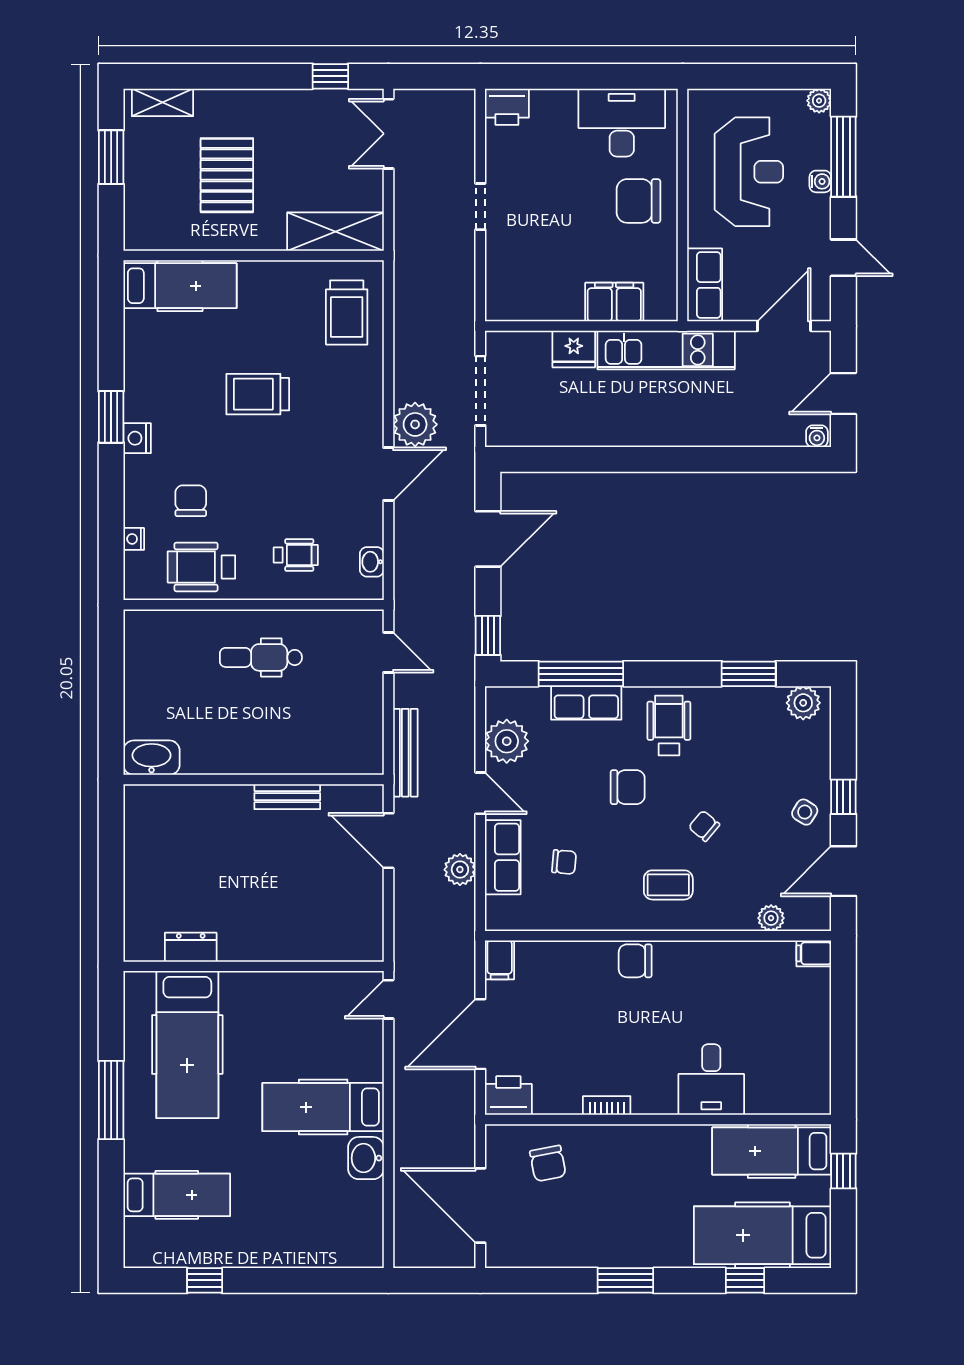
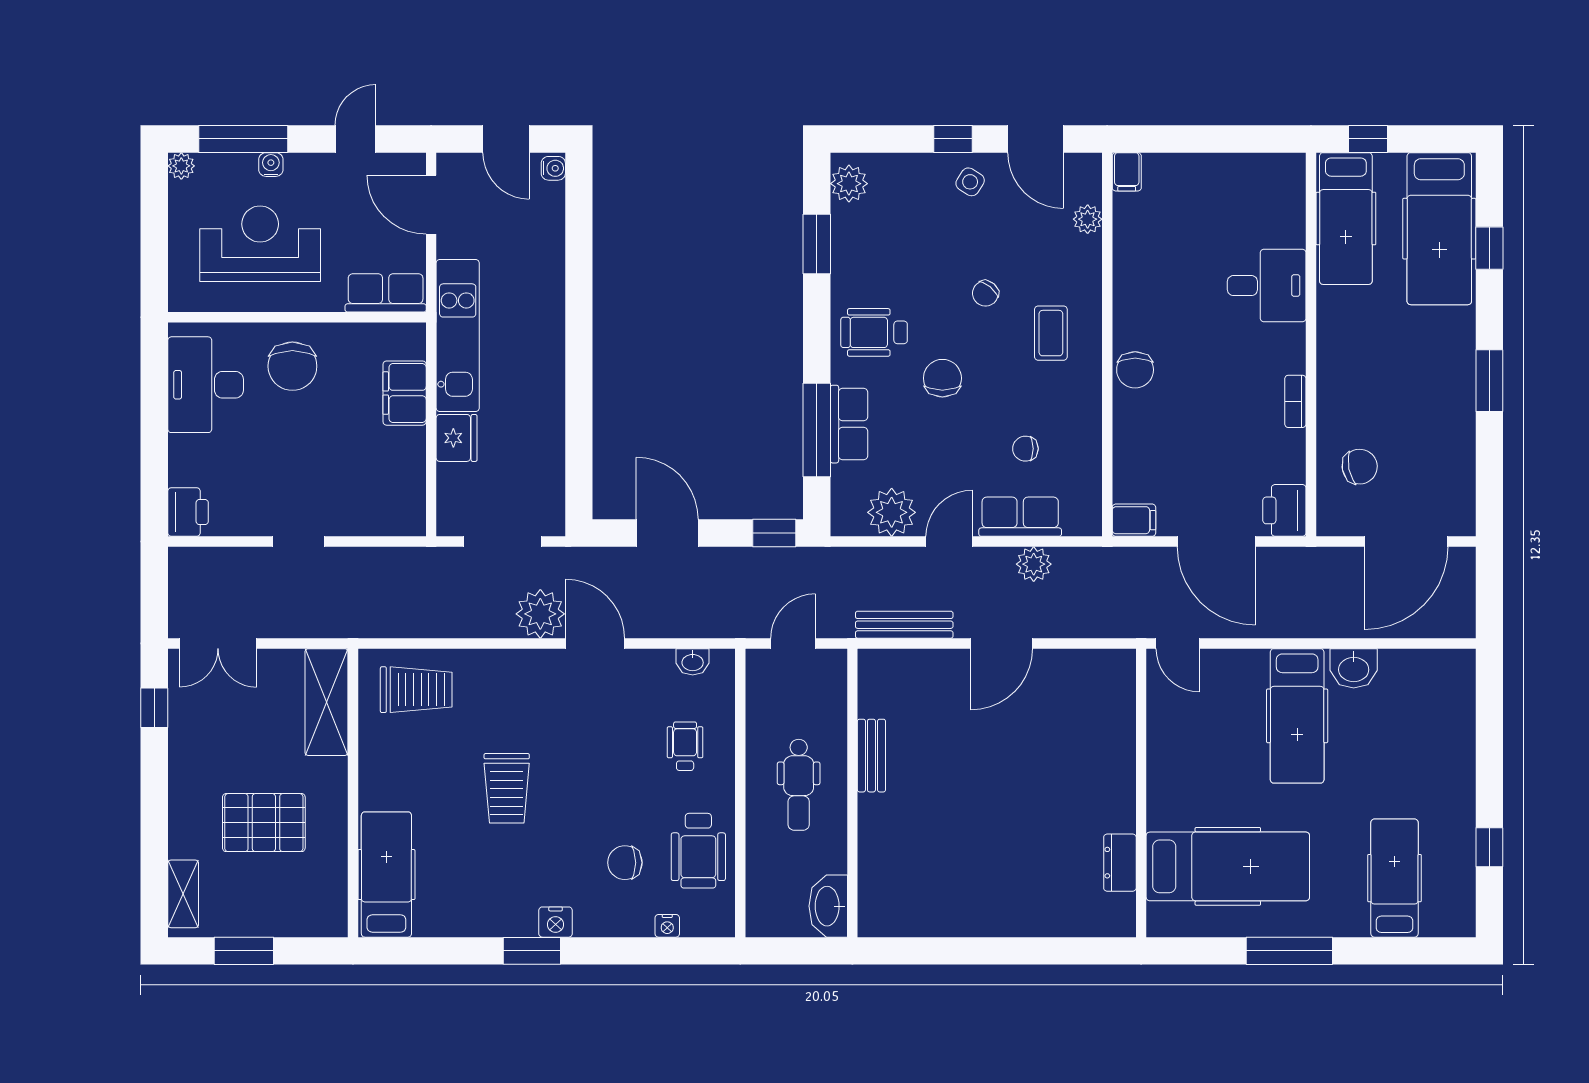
washbasin: (152, 758) -> (828, 906), moved
wall: (254, 779) -> (852, 793), moved
bench: (287, 797) -> (871, 756), moved
chair: (564, 862) -> (1025, 449), turned -95

